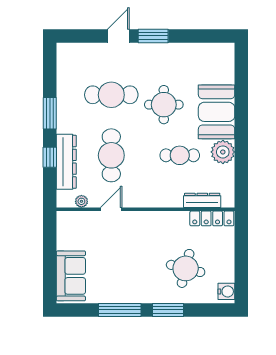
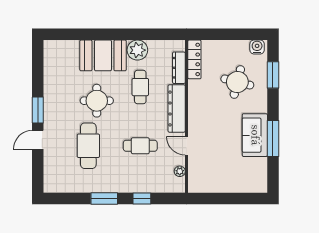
door: (118, 36) -> (38, 140), hinge flipped
cafe table: (111, 155) -> (140, 146), width x0.73, depth x0.74
dresser: (66, 162) -> (177, 109), moved, turned -90
sofa: (71, 276) -> (255, 135), moved, turned -90
window: (168, 310) -> (273, 75), moved

